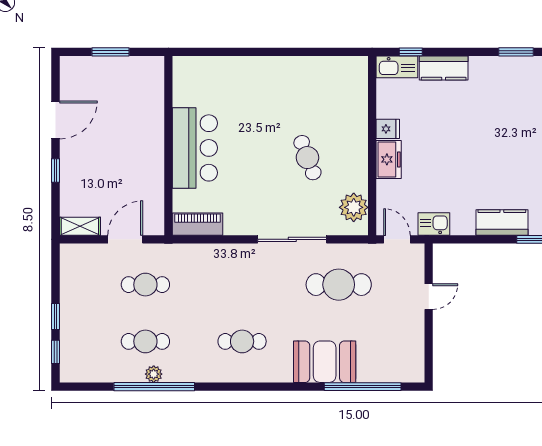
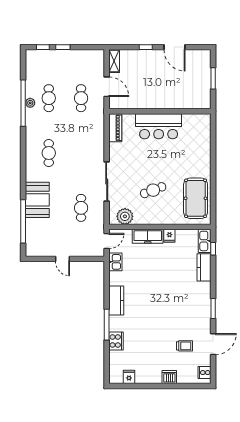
pool table: (322, 83) -> (196, 198), added
freezer: (389, 159) -> (148, 236), width x1.40
cafe table: (339, 285) -> (81, 208), width x0.73, depth x0.74
door: (429, 297) -> (63, 259), moved

